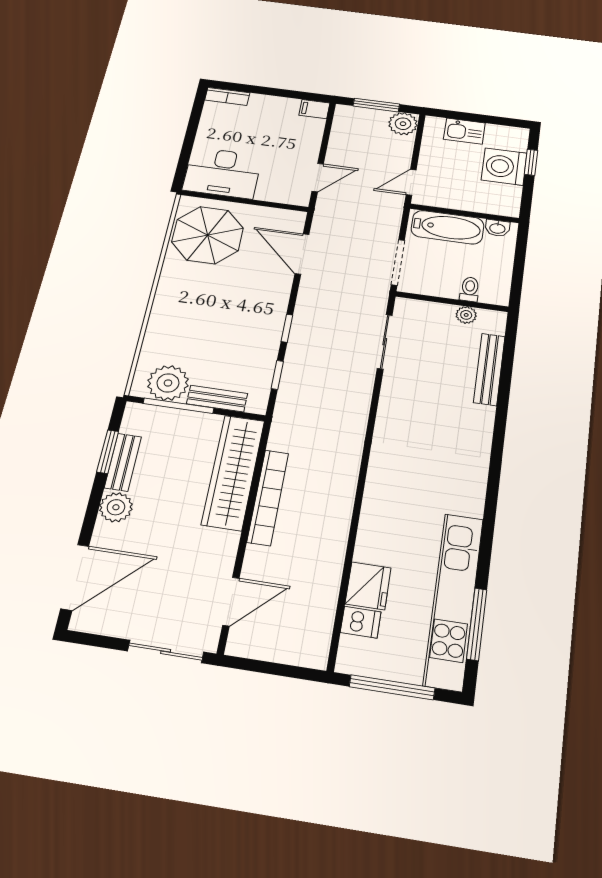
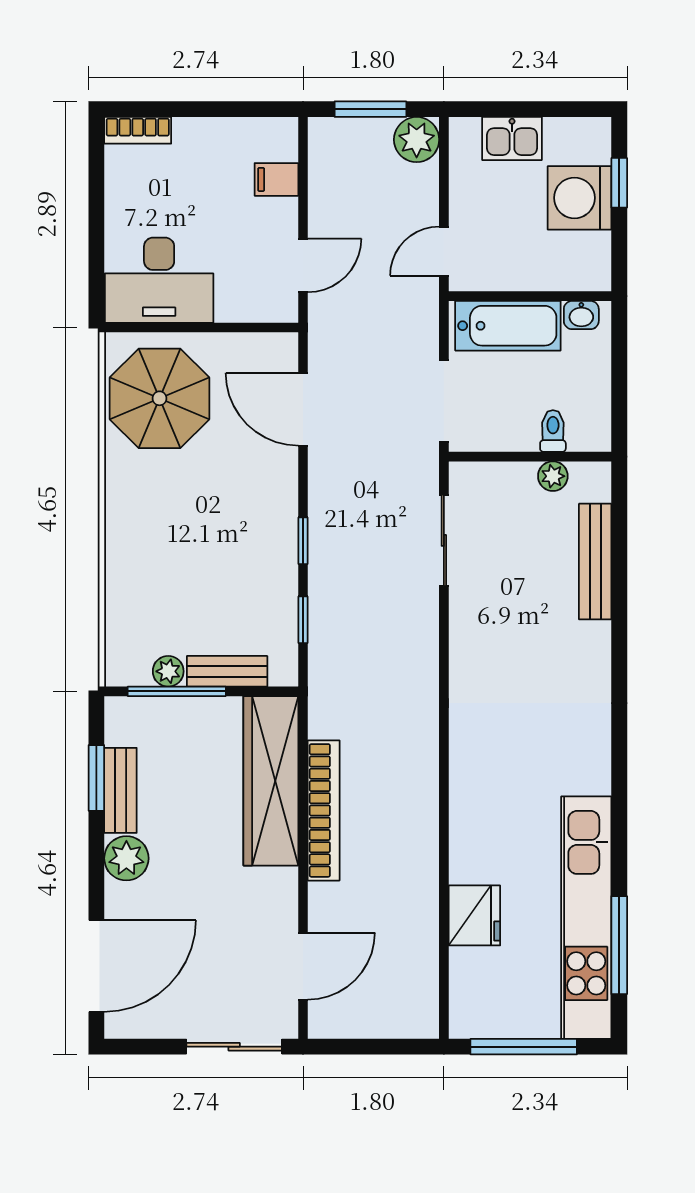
filing cabinet: (314, 109) -> (276, 179), moved
plant: (168, 383) -> (168, 671), width x0.53, depth x0.53
dishwasher: (361, 622) -> (472, 967), removed

